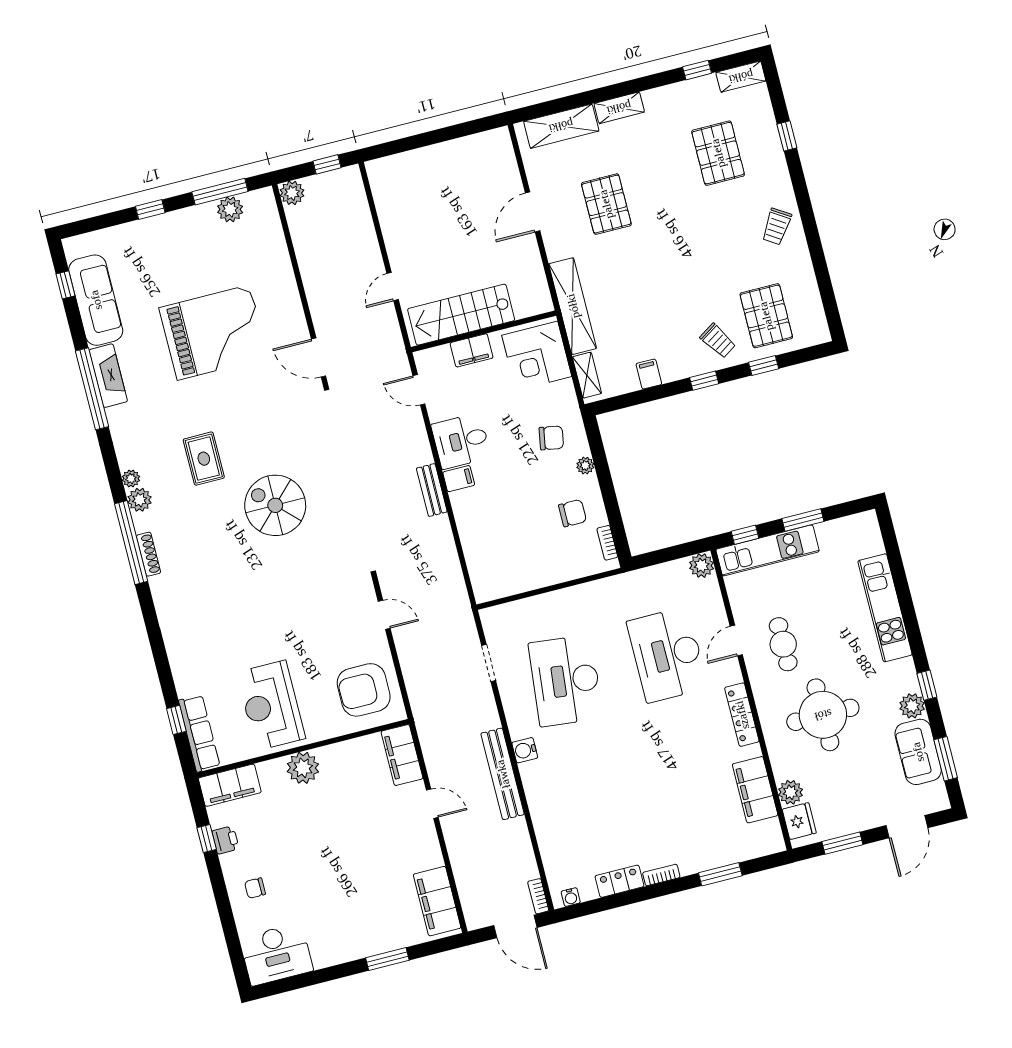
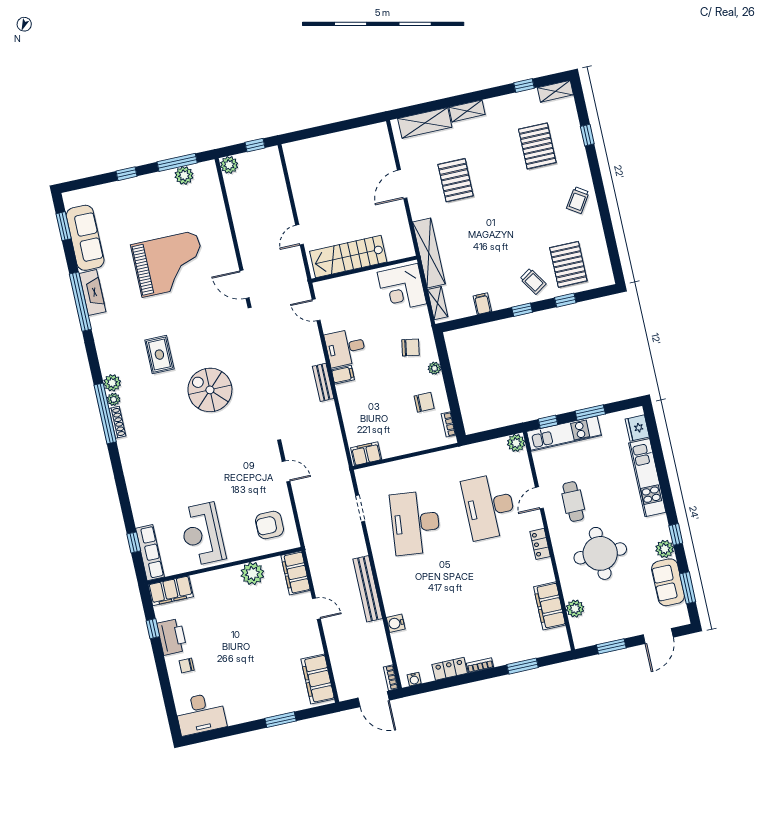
window: (65, 285) -> (64, 226), width x1.50
filing cabinet: (472, 350) -> (366, 454), moved, turned 180
plant: (131, 478) -> (114, 399), moved
armchair: (364, 690) -> (269, 525), width x0.73, depth x0.73
locker: (742, 715) -> (540, 544), width x0.66
water cooler: (525, 750) -> (396, 623), moved
plant: (303, 768) -> (252, 574), moved
fridge: (799, 821) -> (637, 428), moved, turned 180
printer: (225, 840) -> (172, 637), width x1.87, depth x1.48

